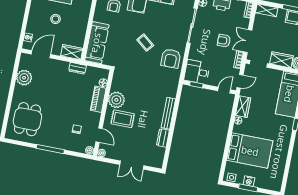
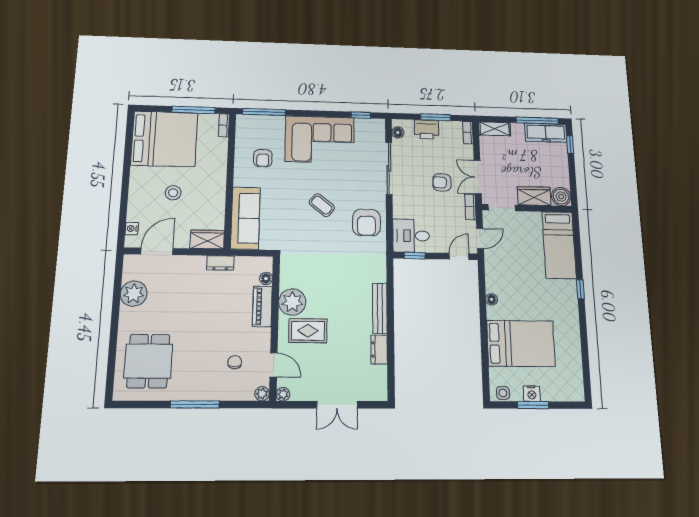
wardrobe: (243, 107) -> (494, 276), removed

